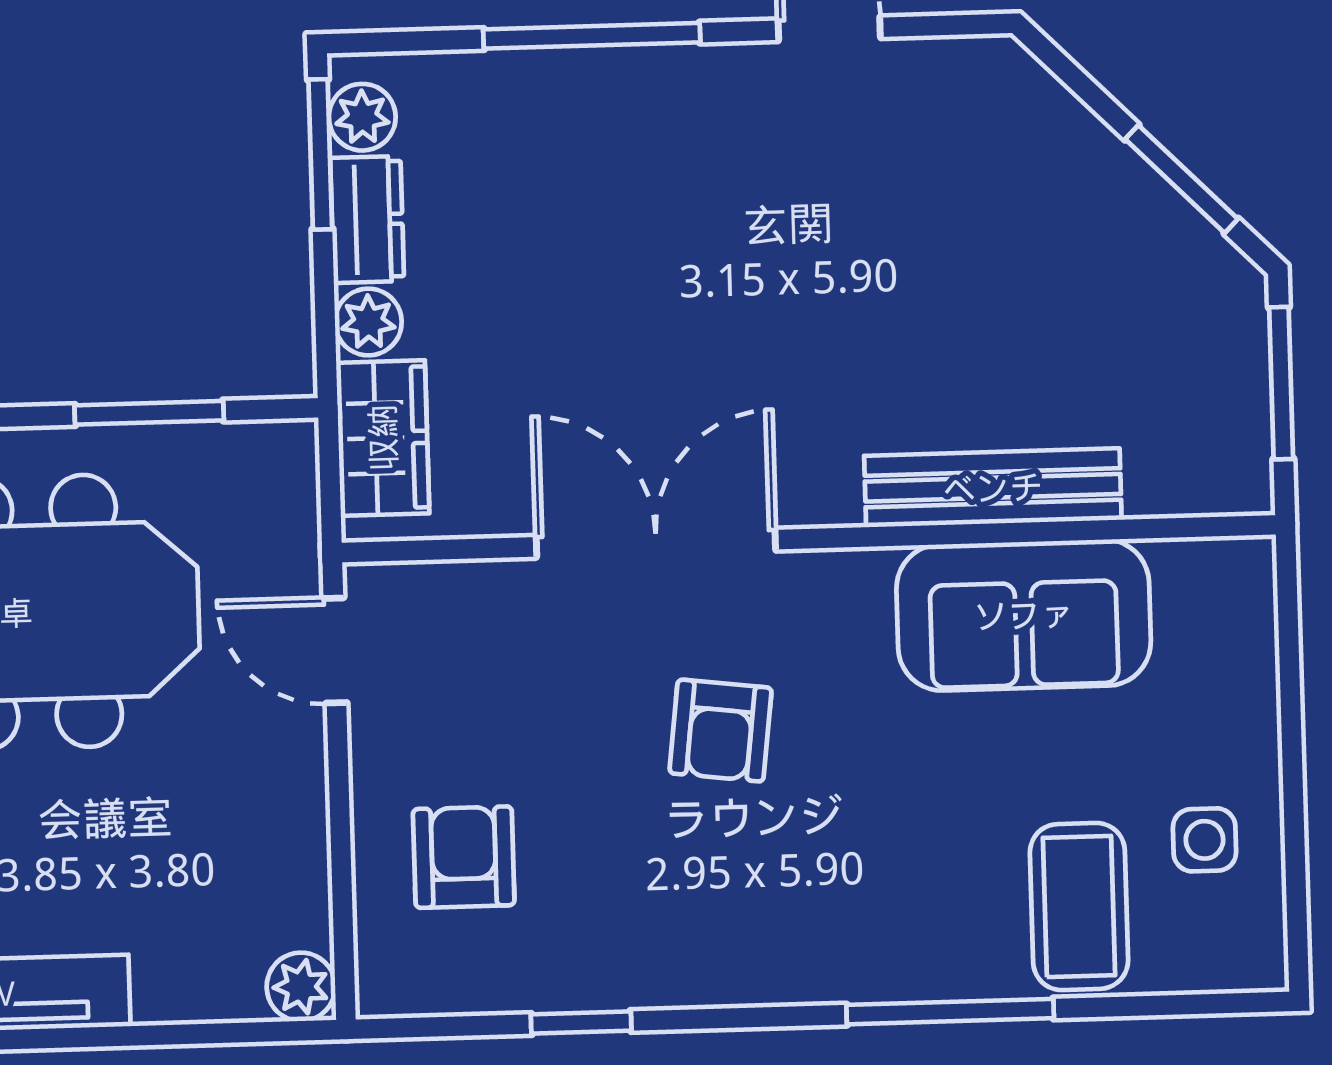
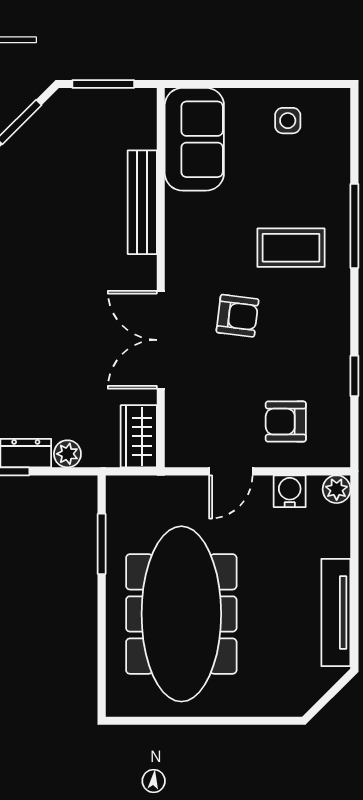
wardrobe: (383, 438) -> (139, 436), moved, turned -90
sofa: (1024, 615) -> (194, 139), moved
door: (335, 650) -> (231, 471), moved
water cooler: (292, 872) -> (290, 491), added
coffee table: (1079, 906) -> (291, 248), moved

